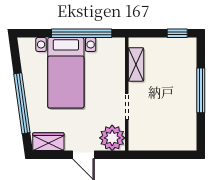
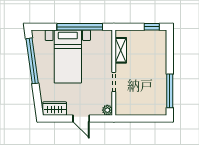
window: (201, 90) -> (170, 91), moved
window: (22, 103) -> (32, 61), moved
plant: (112, 138) -> (107, 110), width x0.53, depth x0.53

